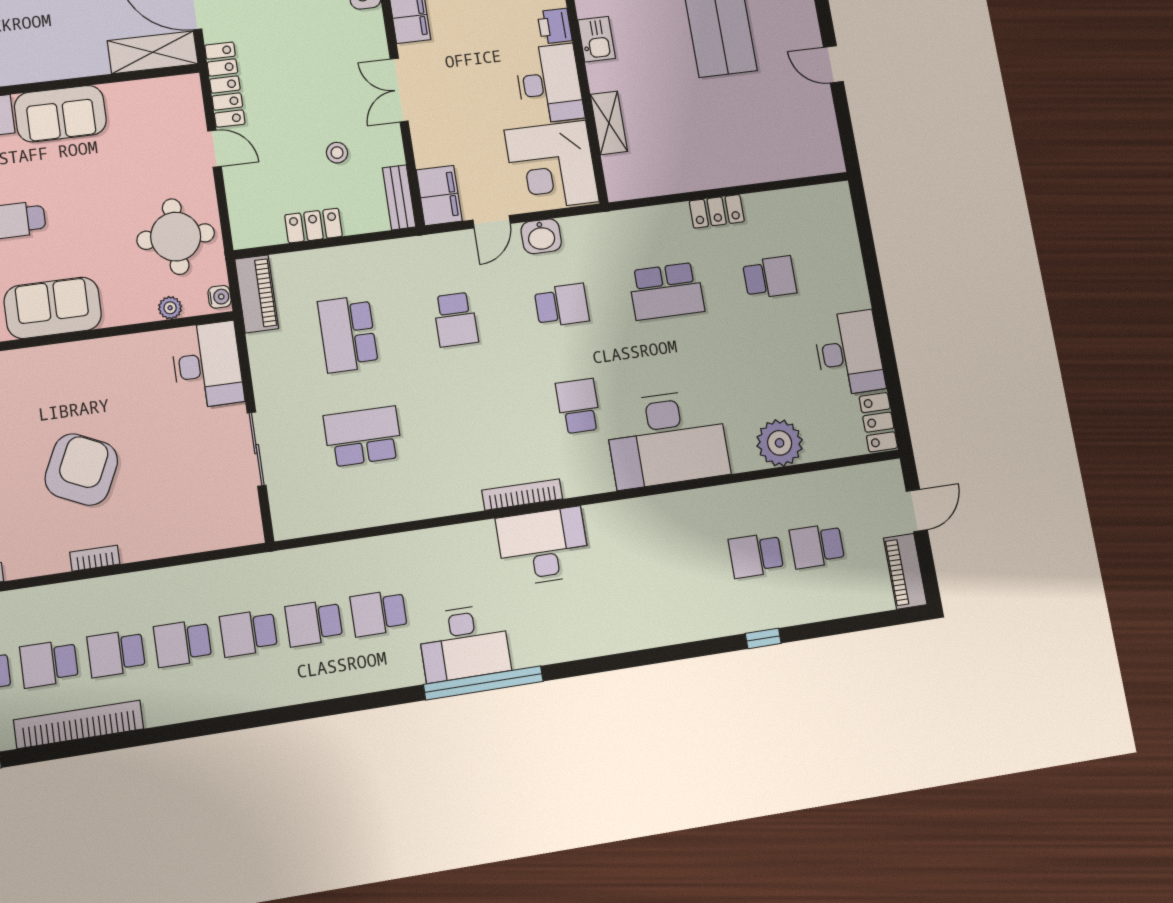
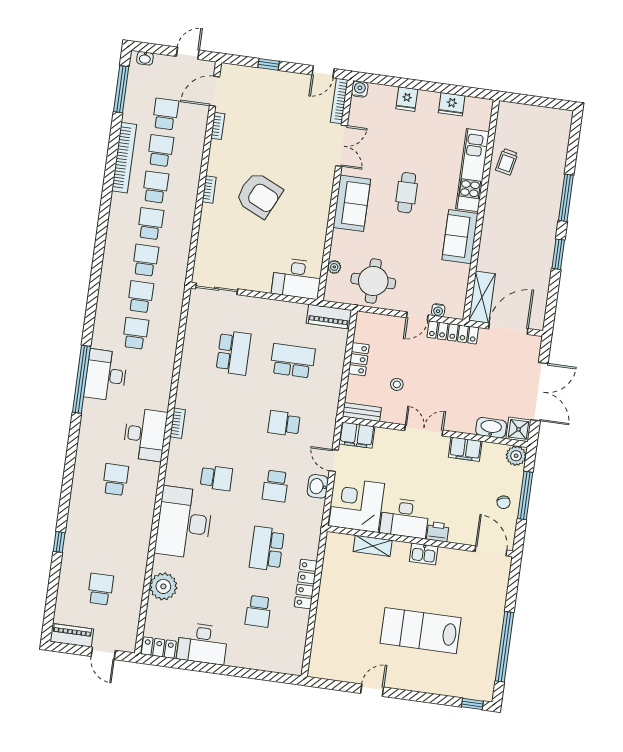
locker: (717, 211) -> (306, 584), width x1.53
water cooler: (220, 297) -> (438, 310), moved
sliding door: (257, 449) -> (217, 289), moved
bookcase: (522, 495) -> (178, 423), width x0.64
school desk: (756, 555) -> (115, 480), moved

